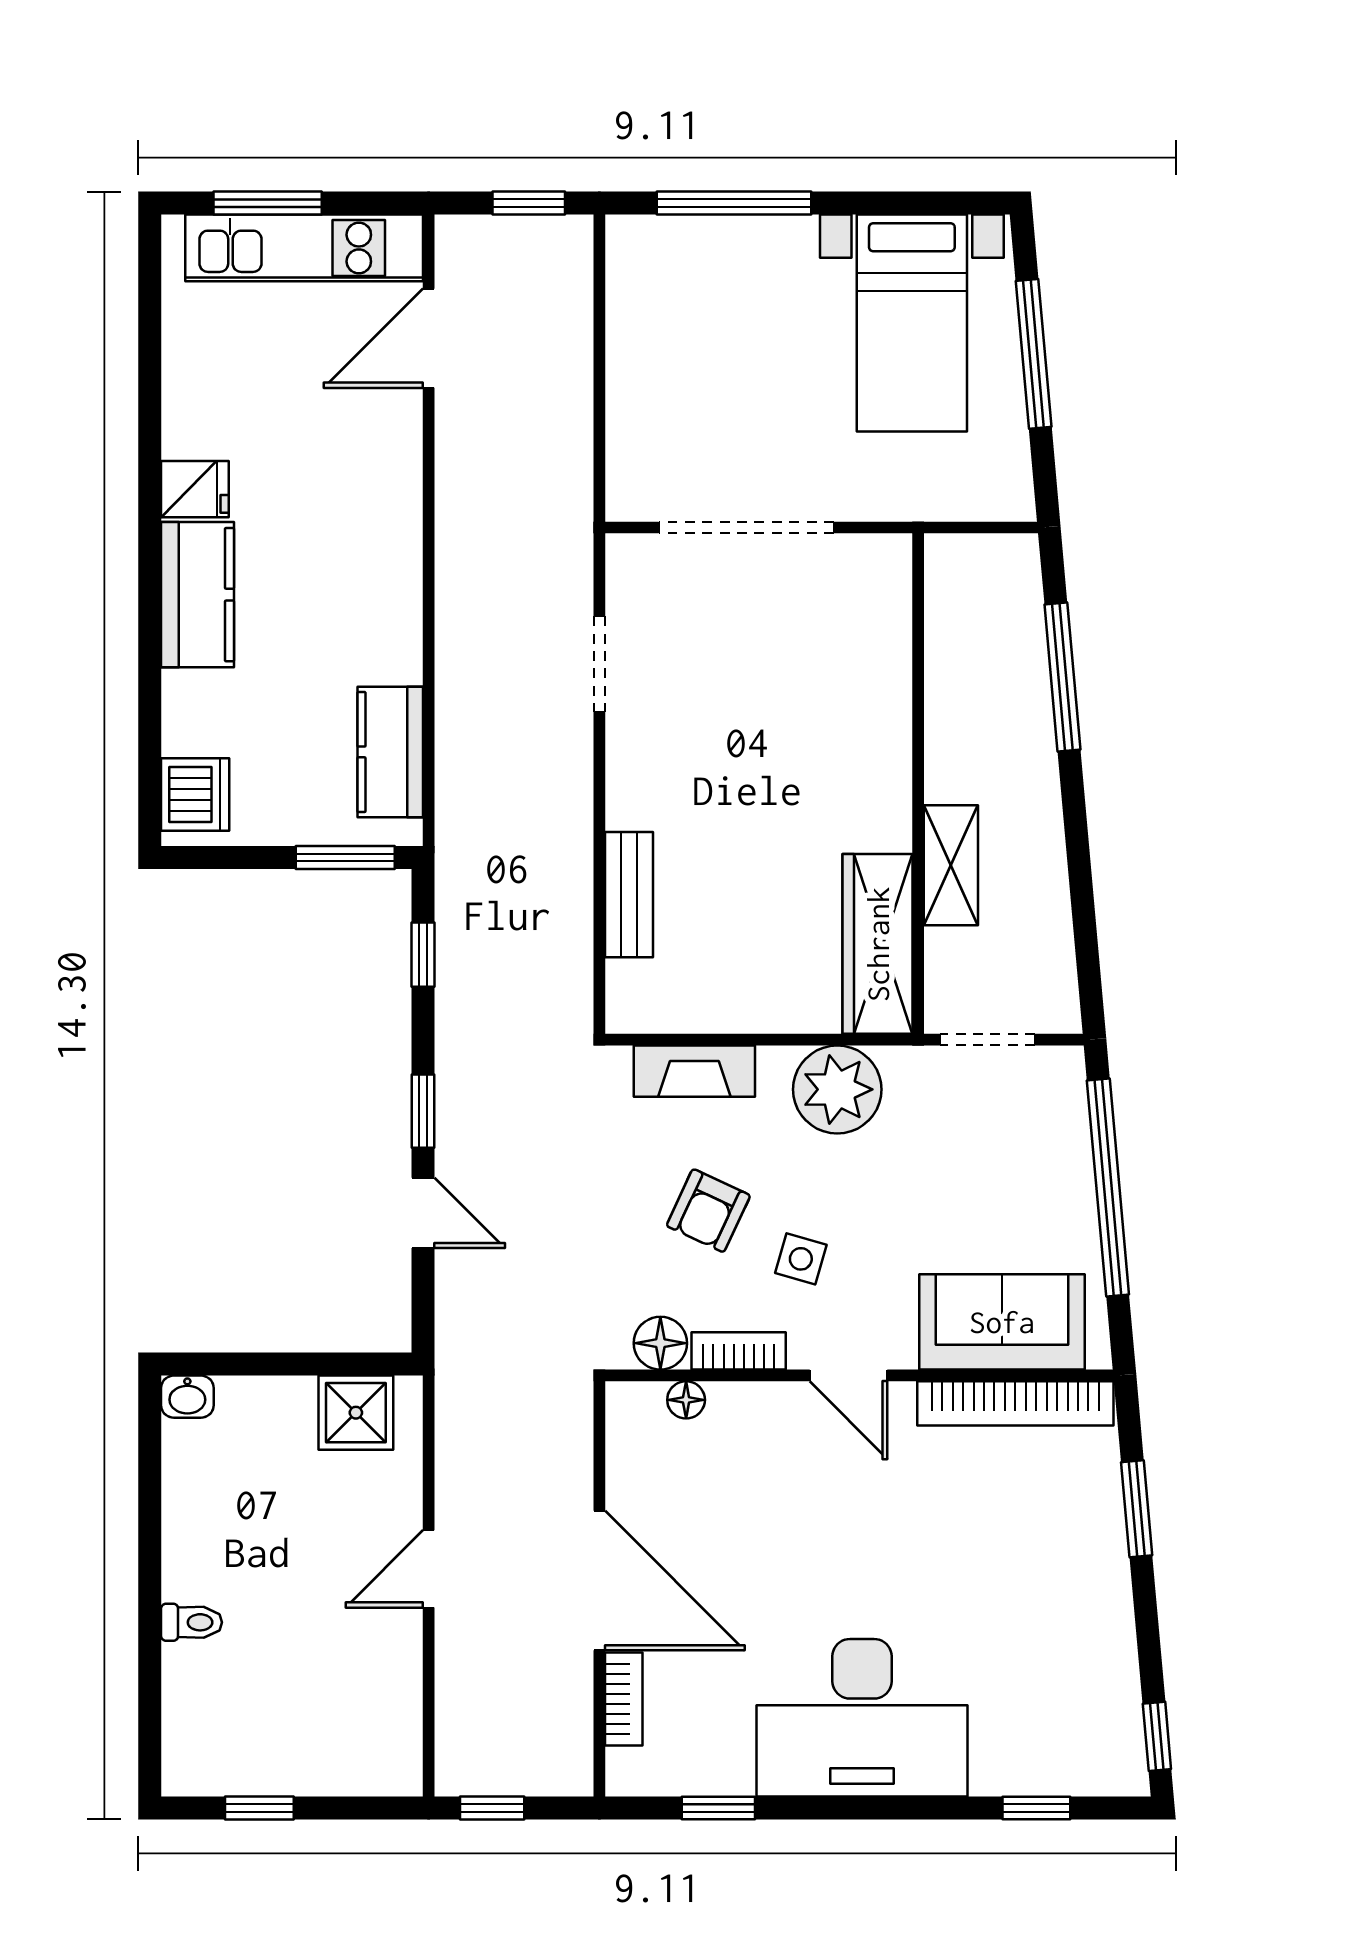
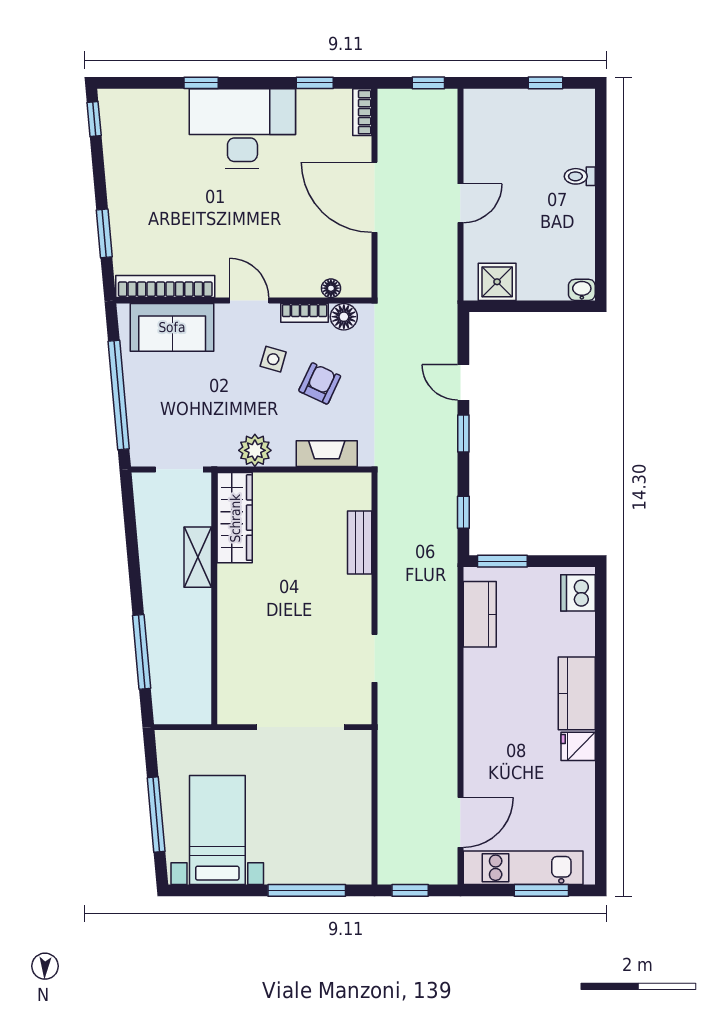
plant: (837, 1089) -> (255, 450), width x0.73, depth x0.73
bookcase: (624, 1699) -> (362, 112), moved
window: (1036, 1808) -> (201, 83), moved

